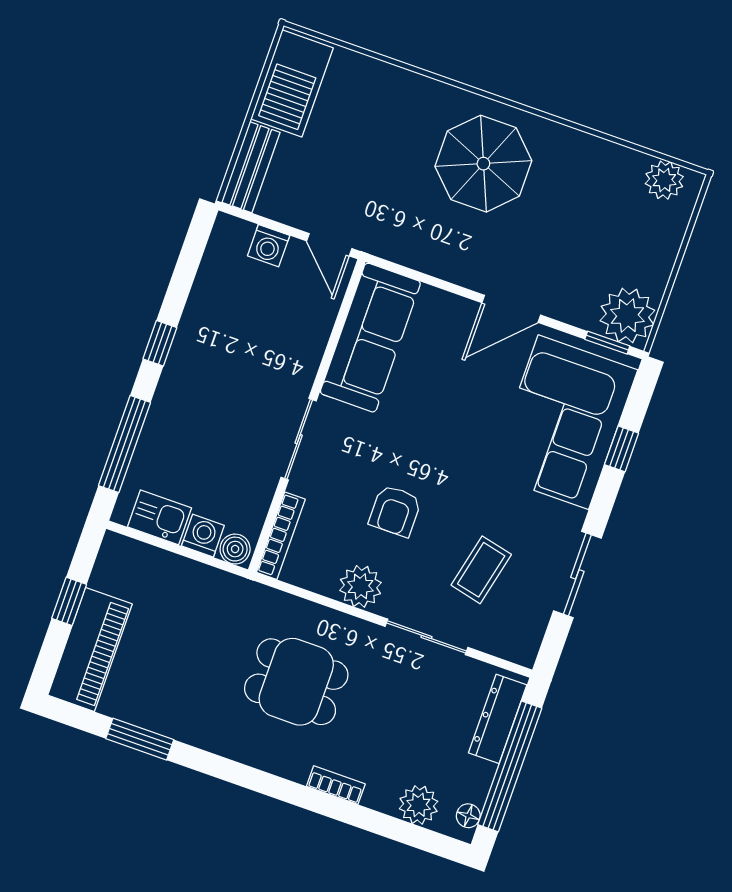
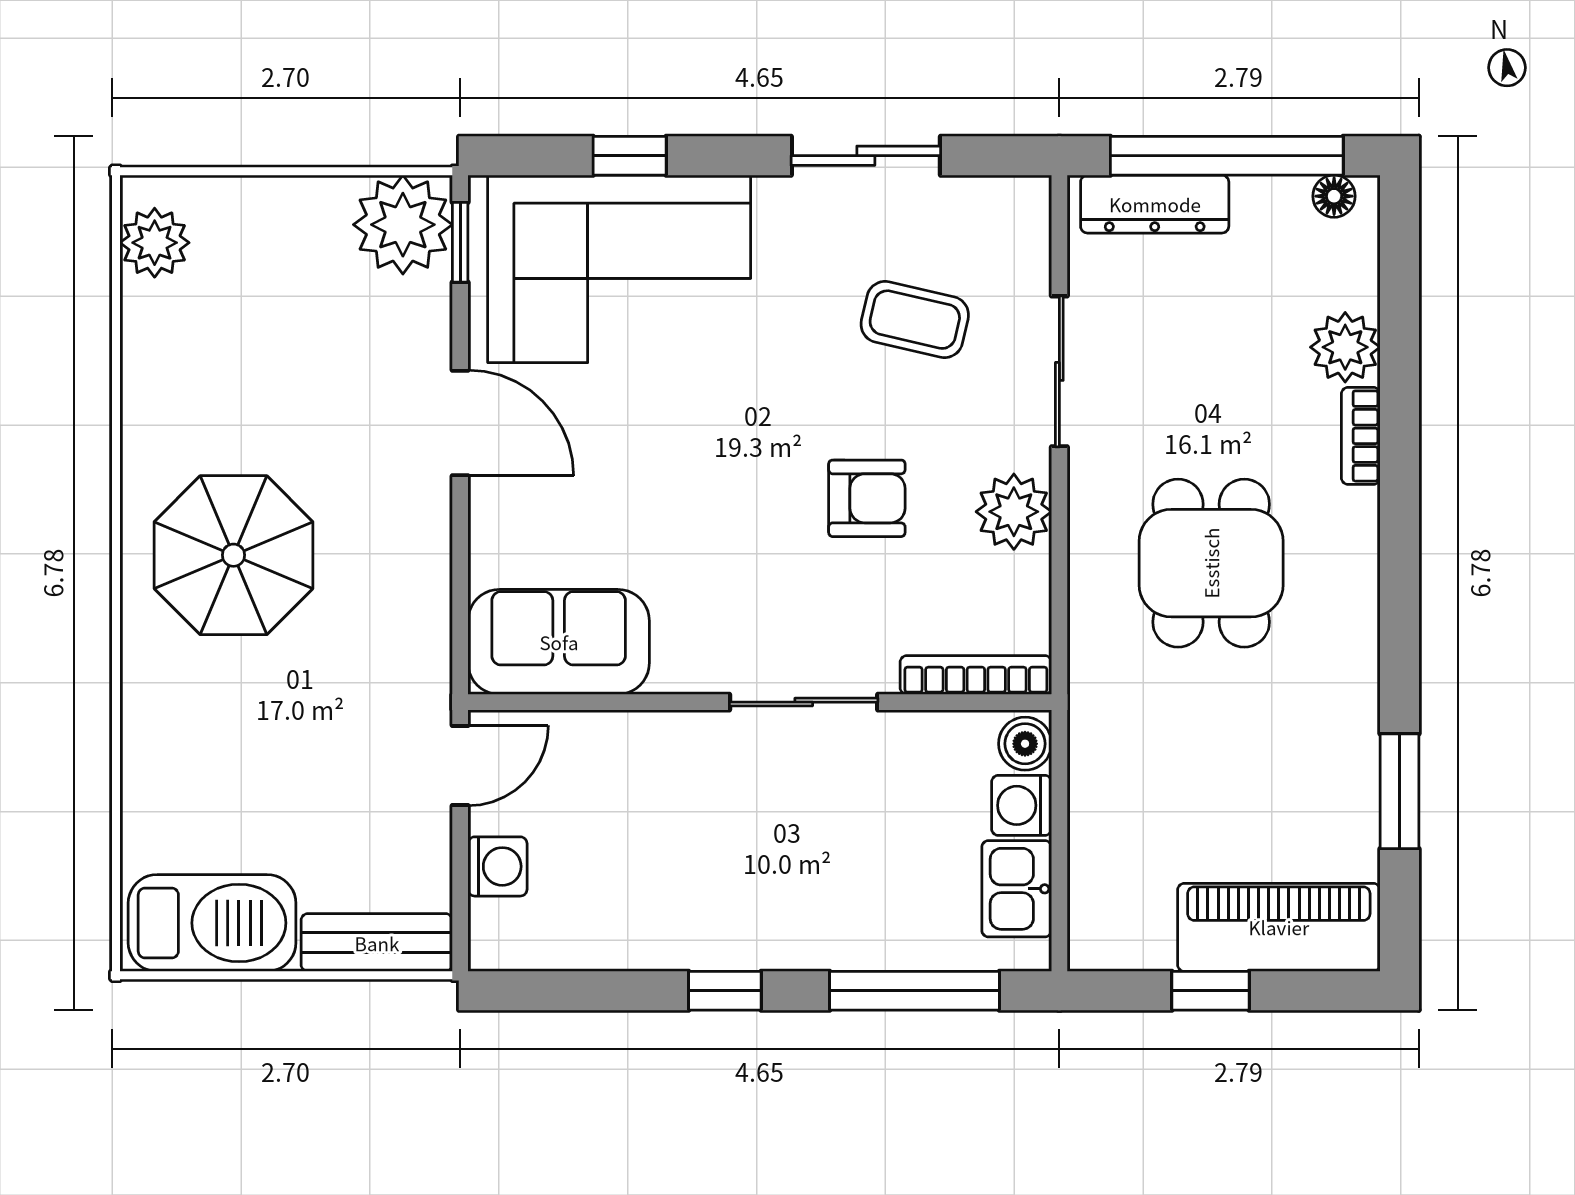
sofa: (370, 338) -> (559, 642), width x0.73
plant: (419, 805) -> (1345, 347), moved

